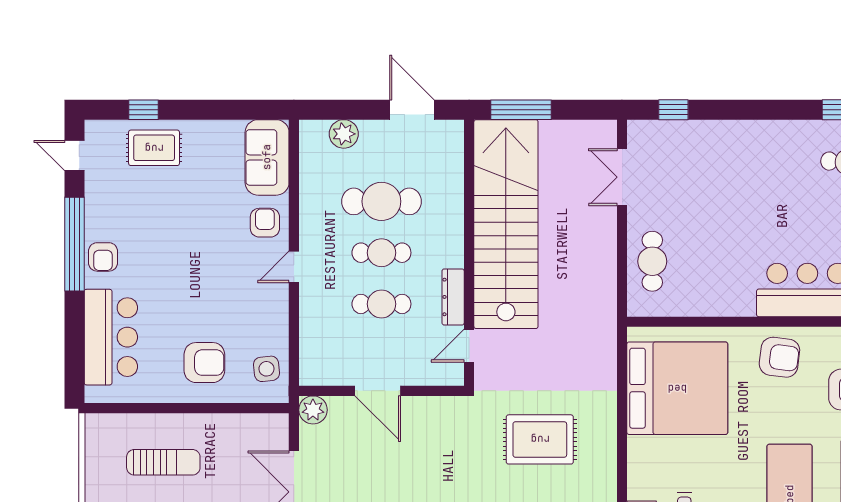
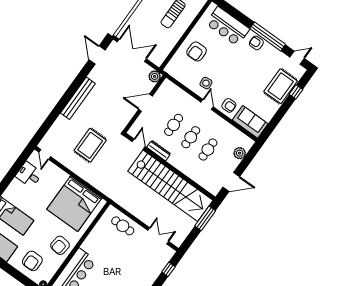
rug: (154, 148) -> (281, 86), width x1.36, depth x1.43
cafe table: (381, 201) -> (208, 150), width x0.73, depth x0.74
side table: (266, 369) -> (206, 83), moved

